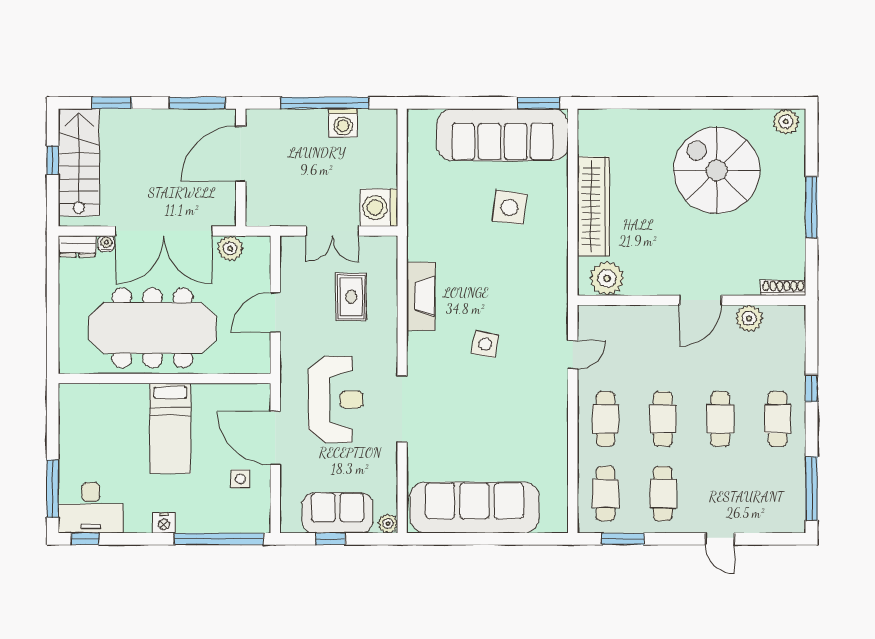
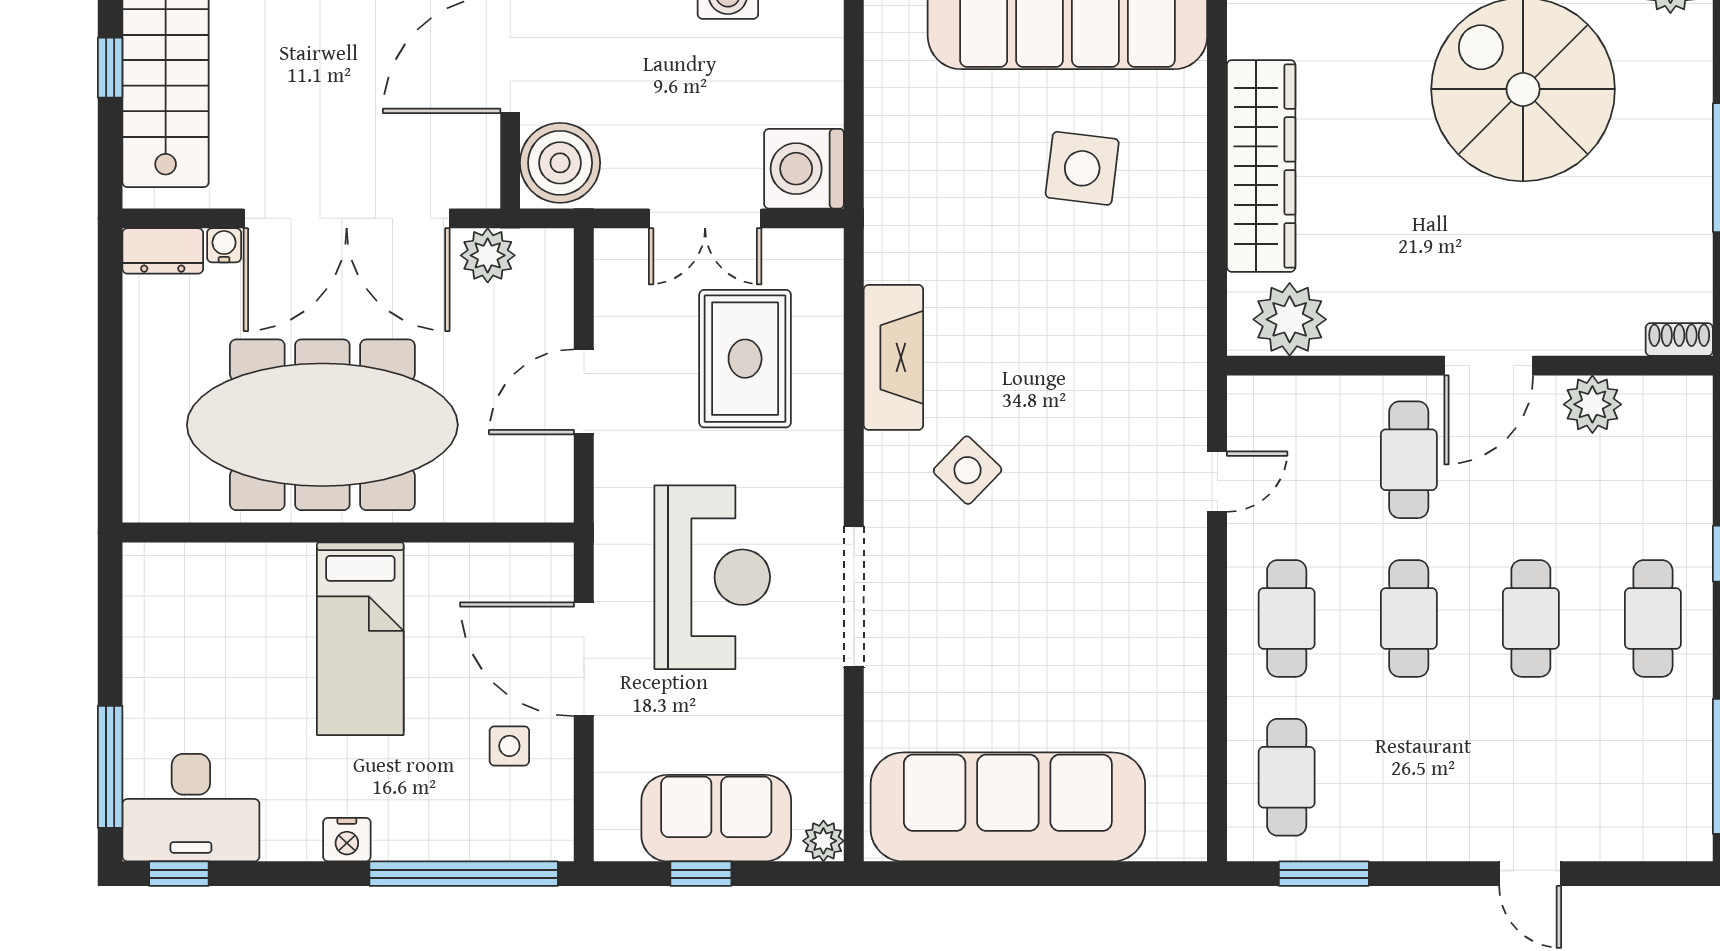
boiler: (264, 205) -> (560, 163), added
shoe rack: (783, 288) -> (1679, 340), width x0.70
rug: (351, 297) -> (745, 359), width x1.36, depth x1.43
side table: (485, 344) -> (968, 470), moved, turned 33
cafe table: (663, 494) -> (1409, 460), moved

